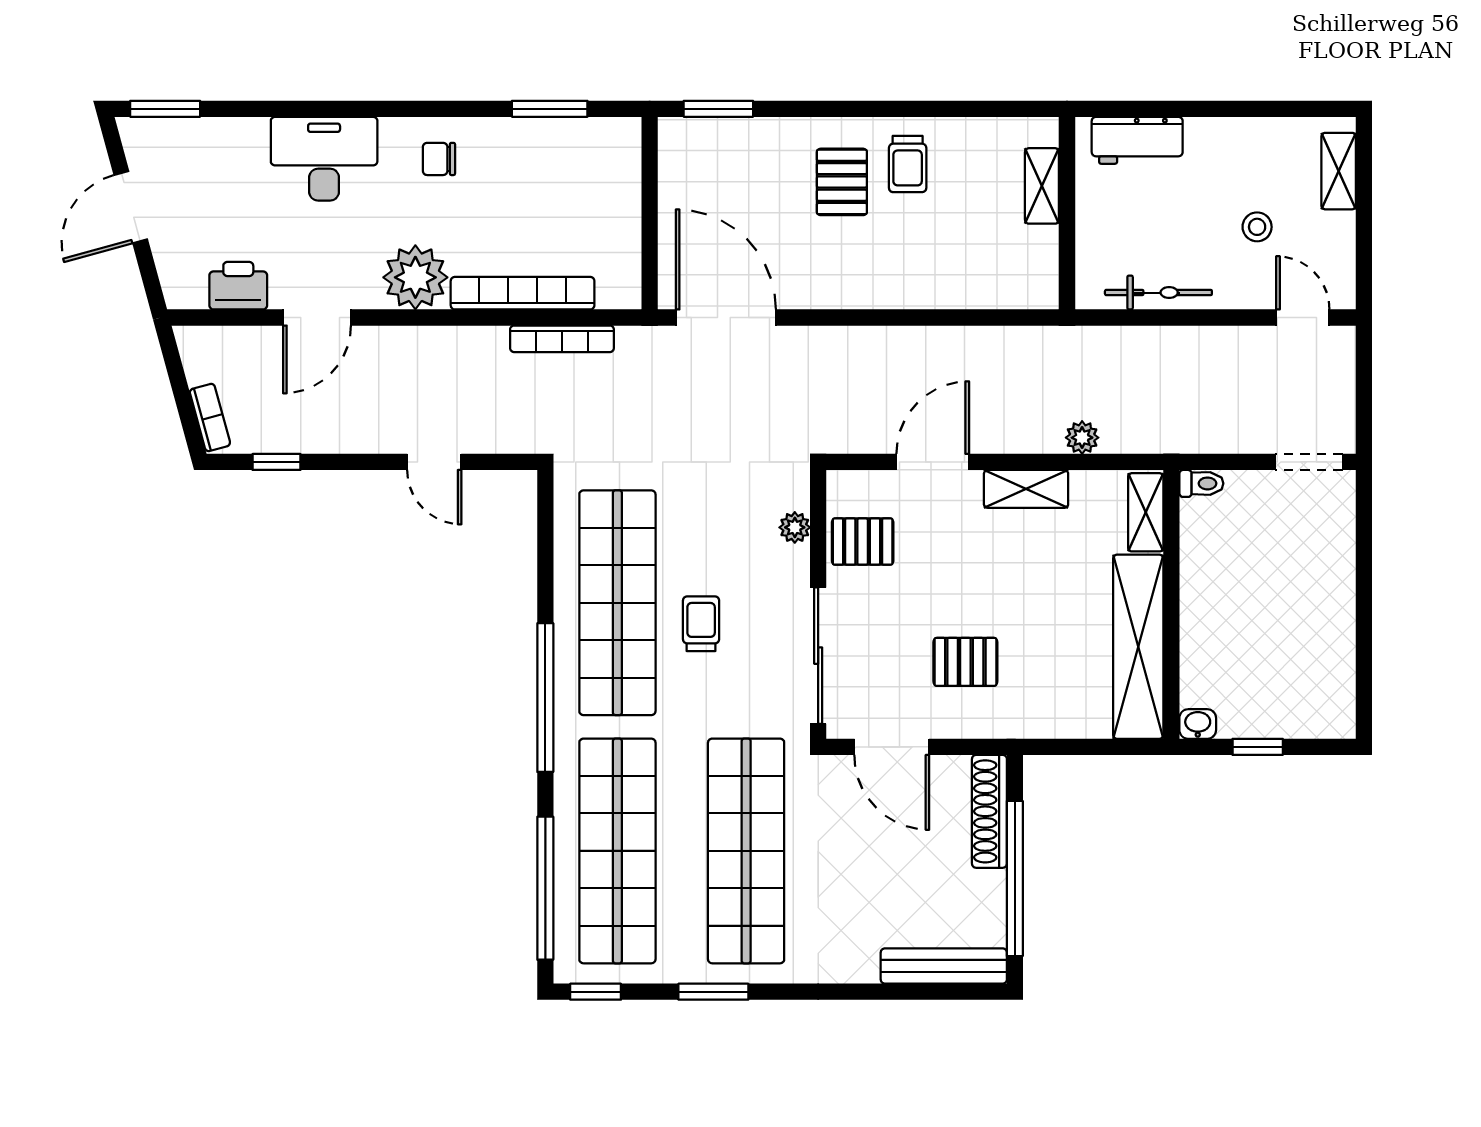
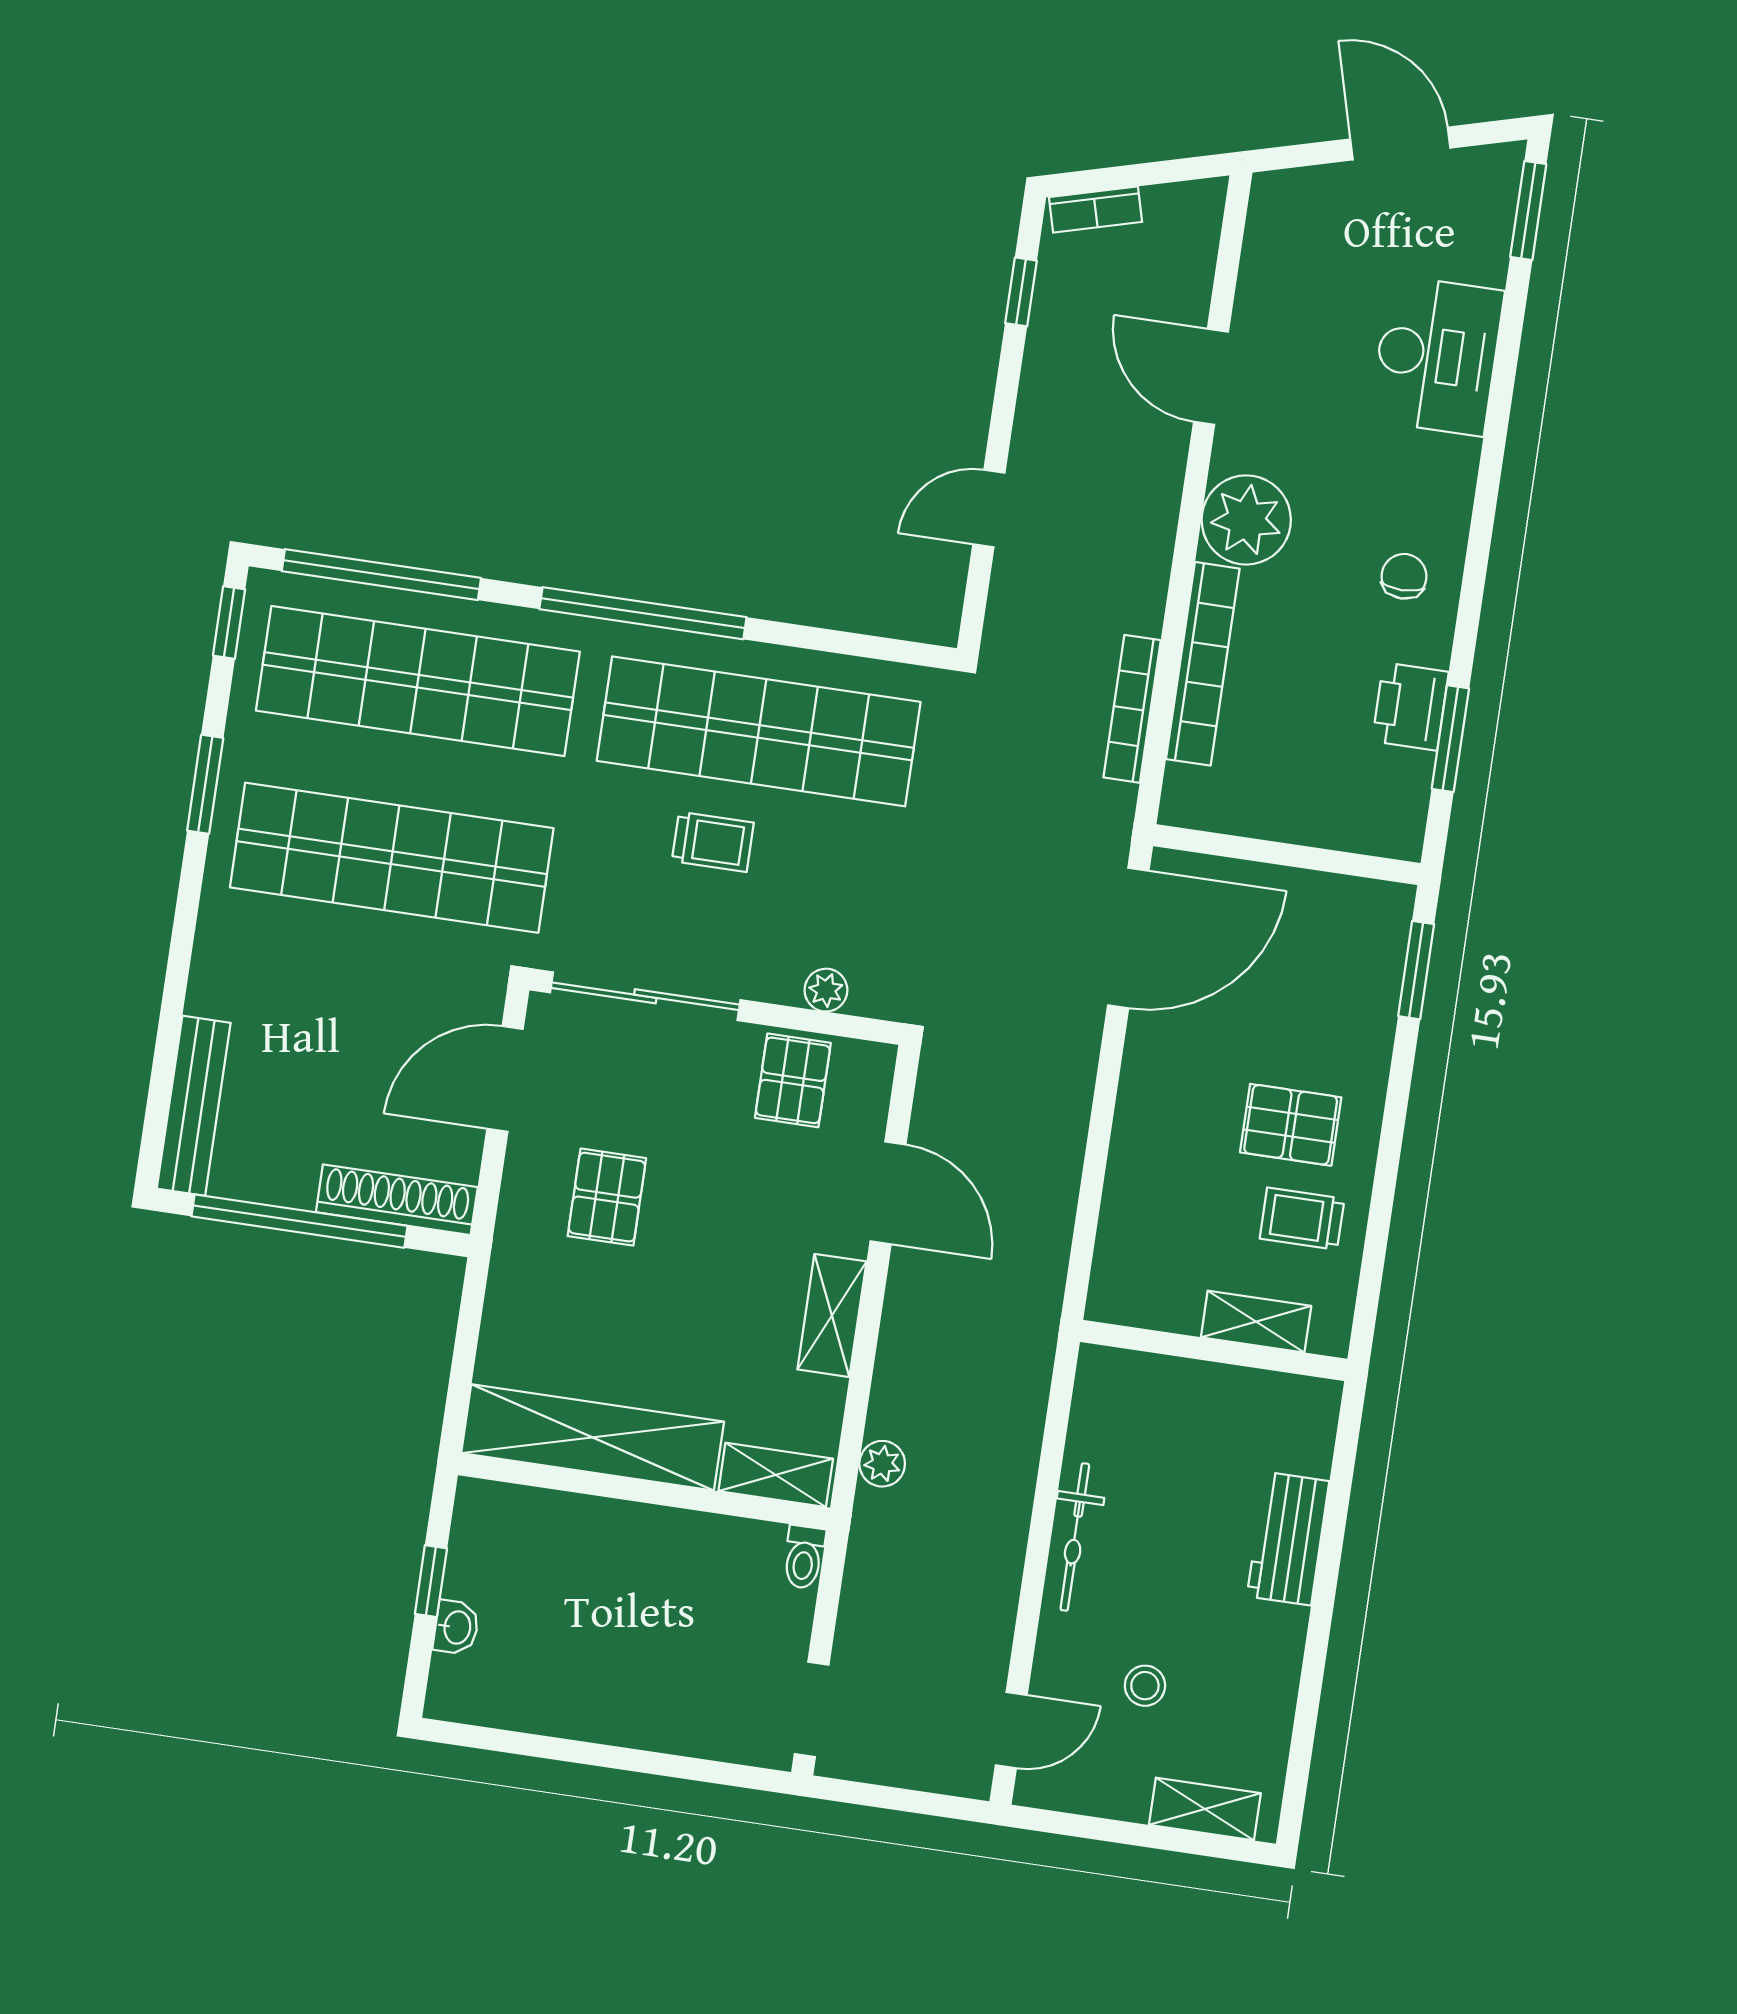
desk: (324, 159) -> (1437, 356), moved
shelving: (1042, 186) -> (1256, 1322), moved
wall: (1067, 213) -> (1214, 1350), moved
printer: (238, 286) -> (1410, 707), moved, turned 180
plant: (1082, 438) -> (882, 1464), moved
washbasin: (1198, 724) -> (456, 1627), moved

